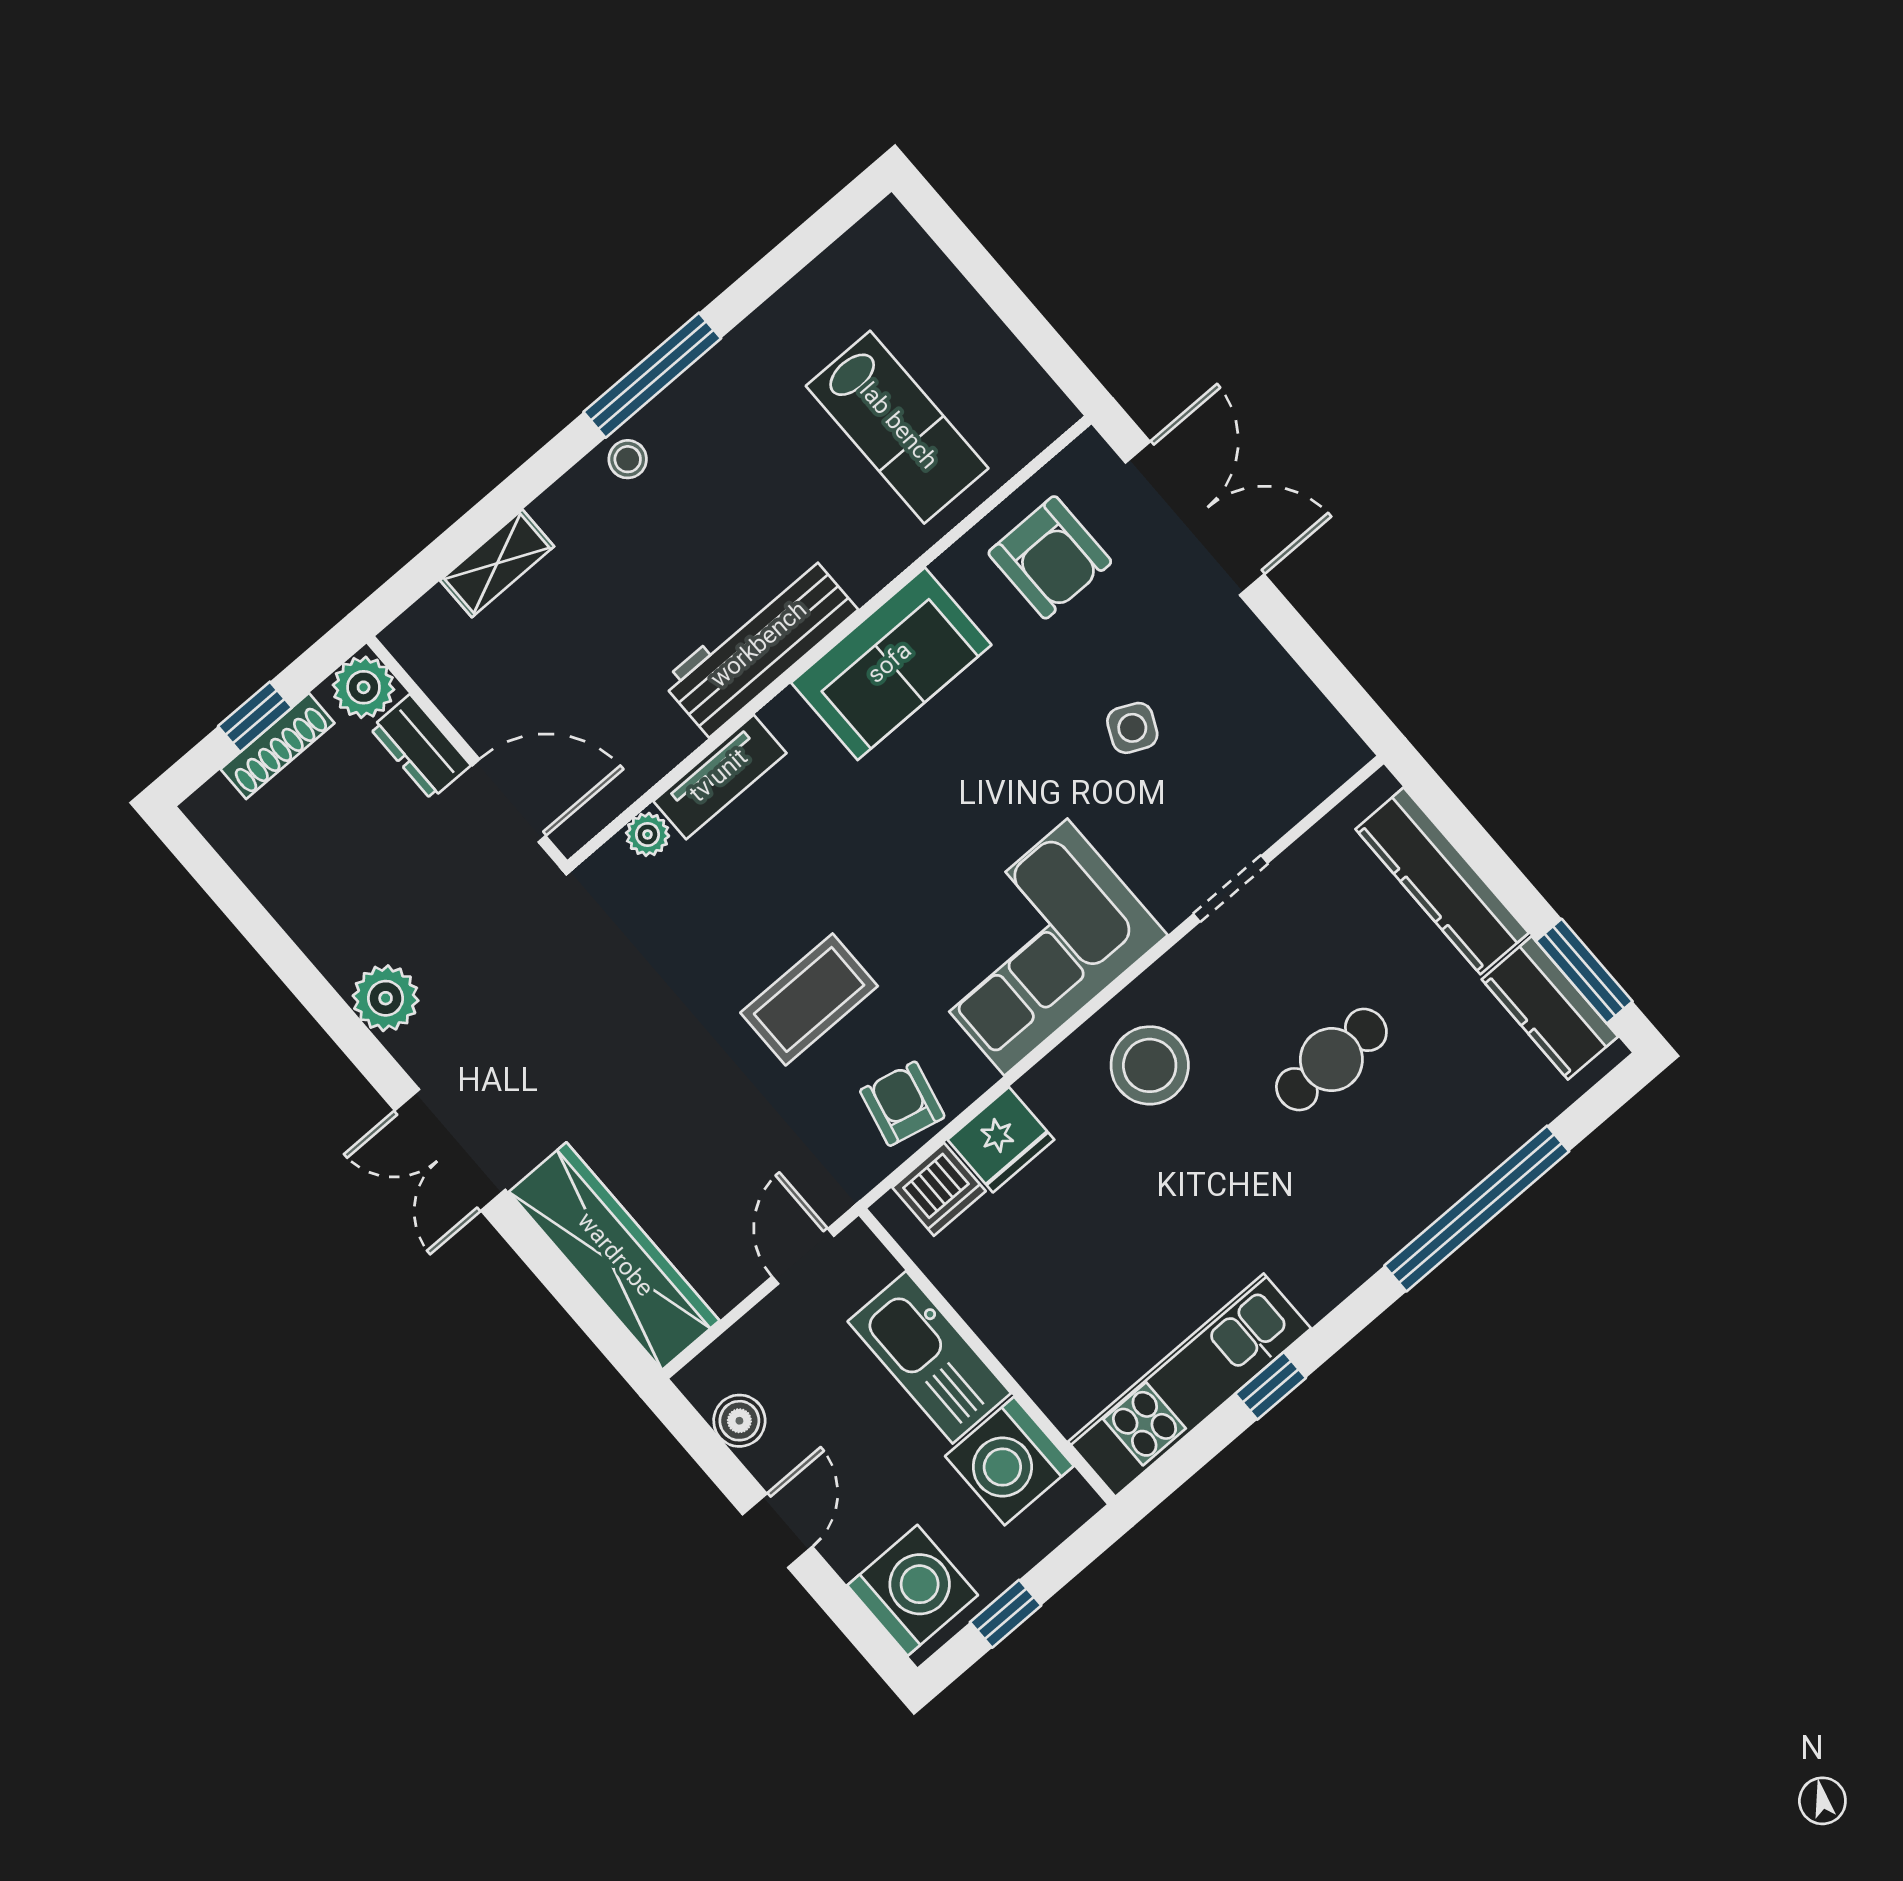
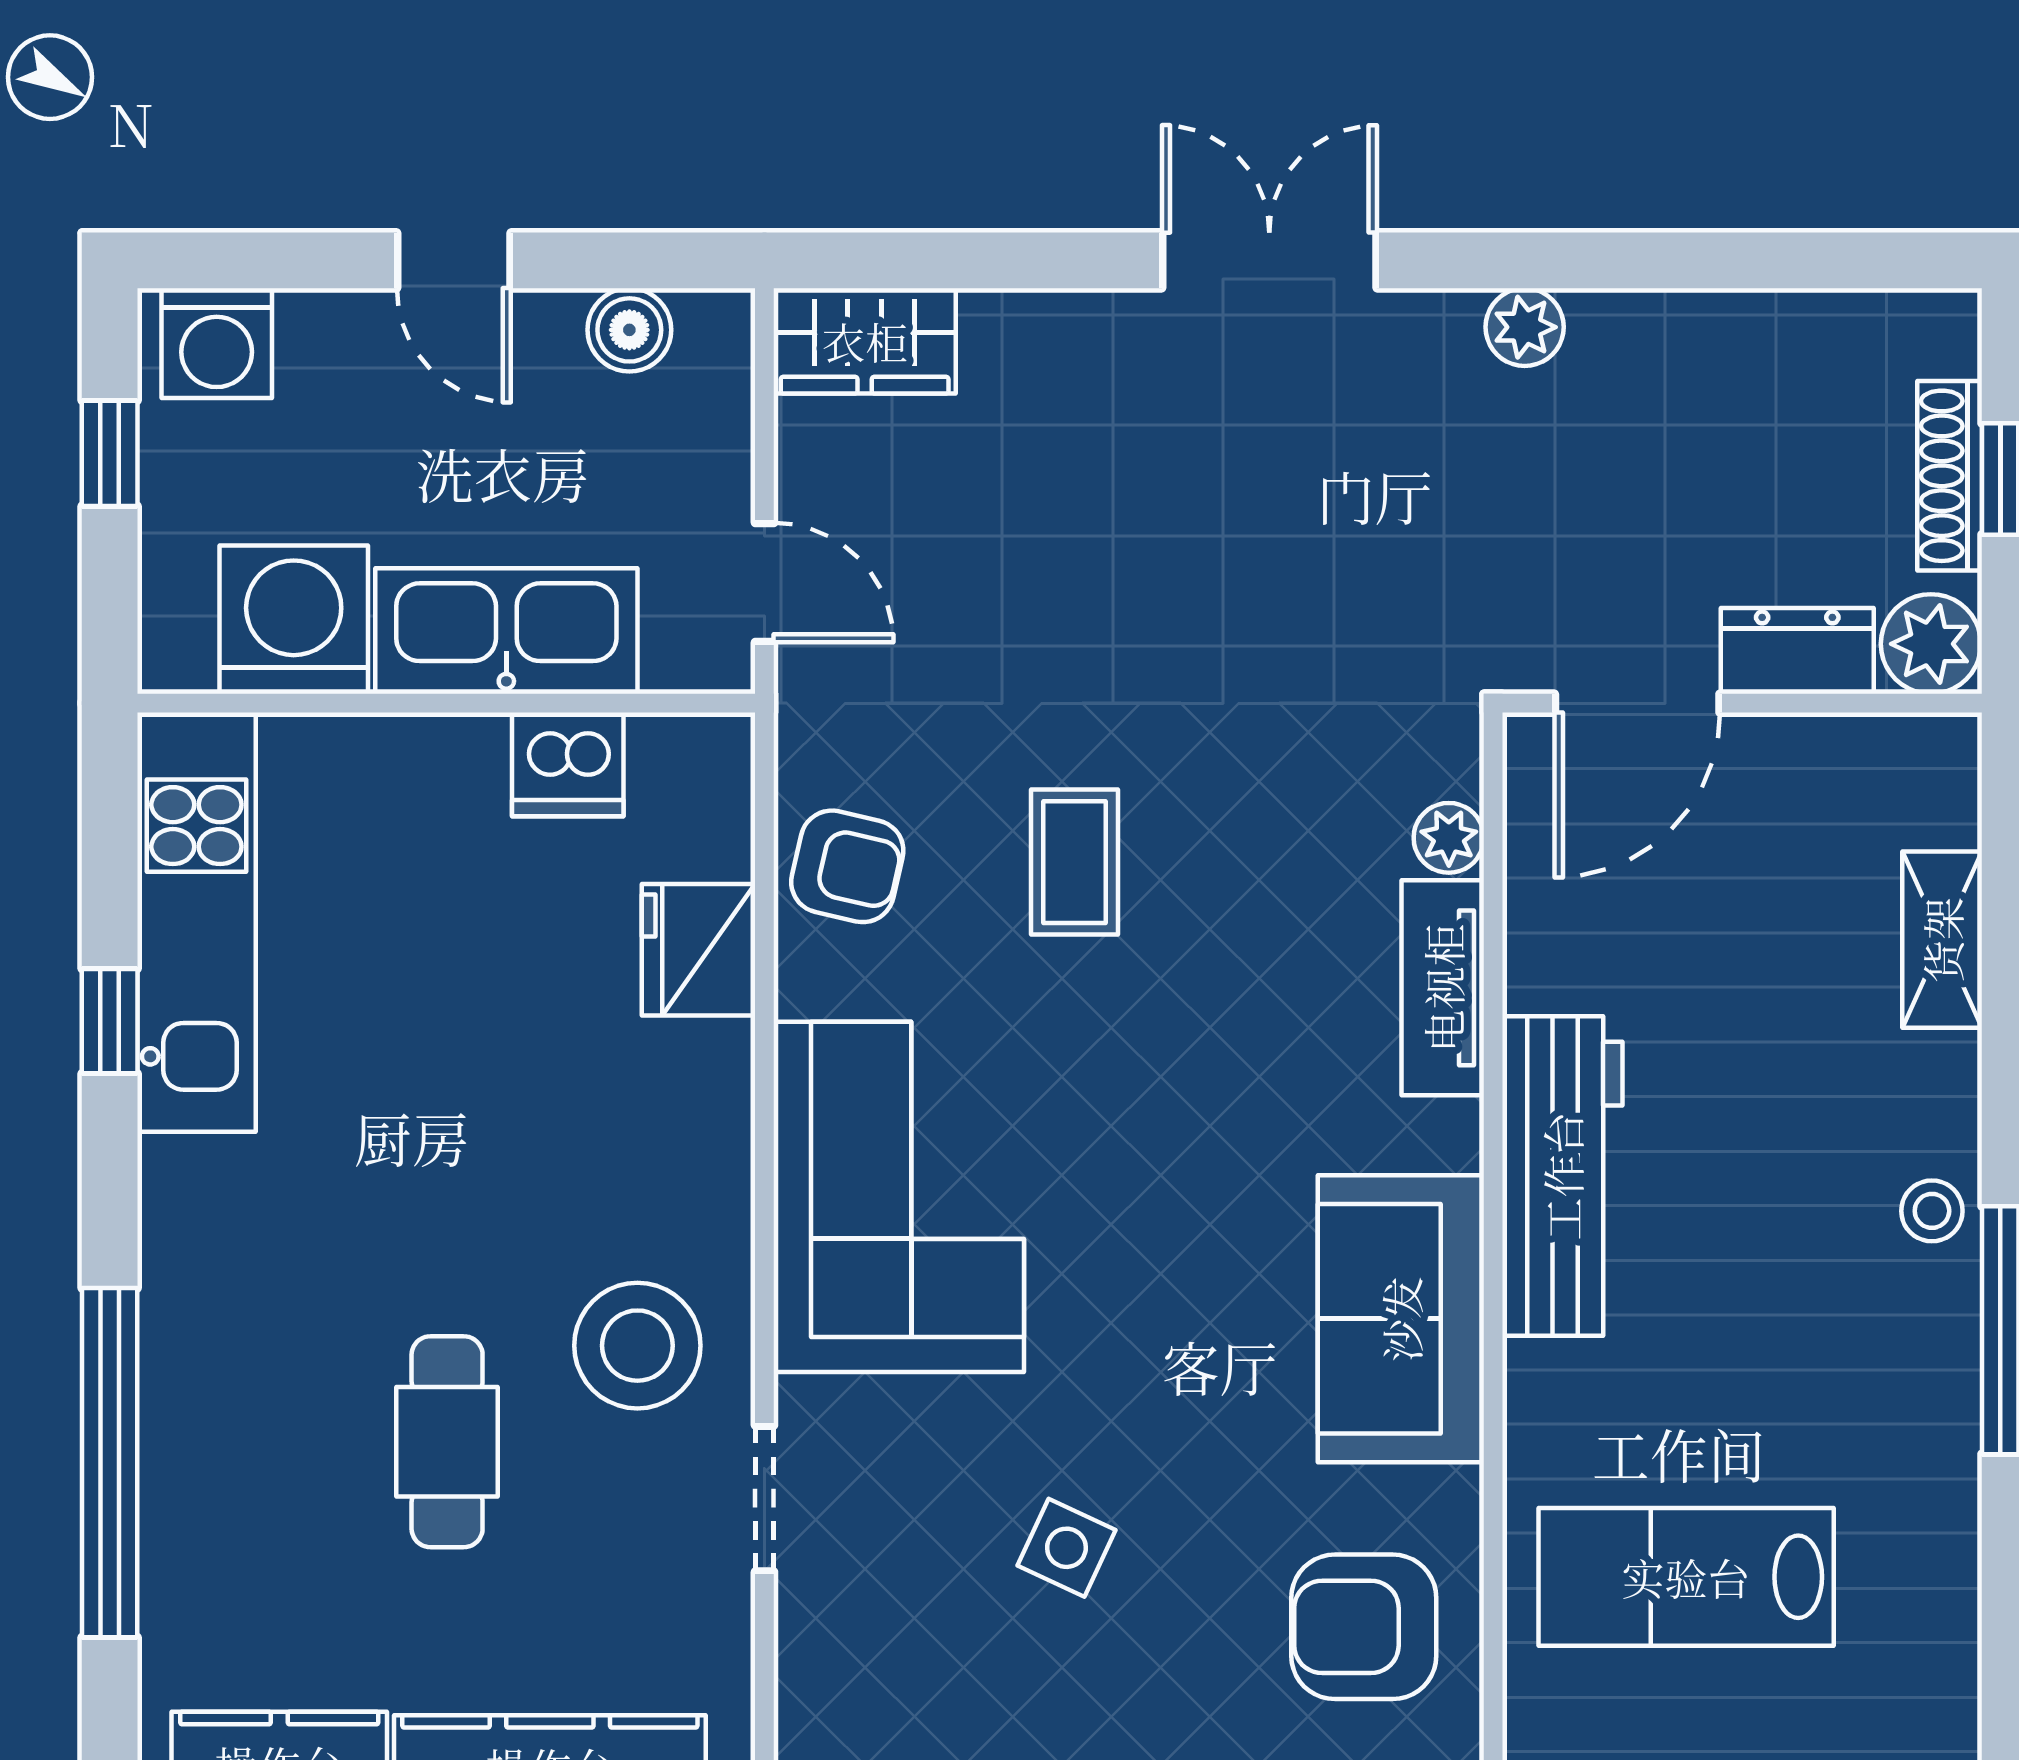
plant: (386, 998) -> (1525, 327), width x0.73, depth x0.73
coffee table: (809, 999) -> (1075, 862), width x0.73, depth x0.77
stool: (1150, 1065) -> (637, 1346), moved
dishwasher: (939, 1189) -> (568, 764), moved, turned -90
wardrobe: (614, 1256) -> (865, 341), width x0.48, depth x0.85
washing machine: (913, 1590) -> (217, 343), width x0.73, depth x0.73

